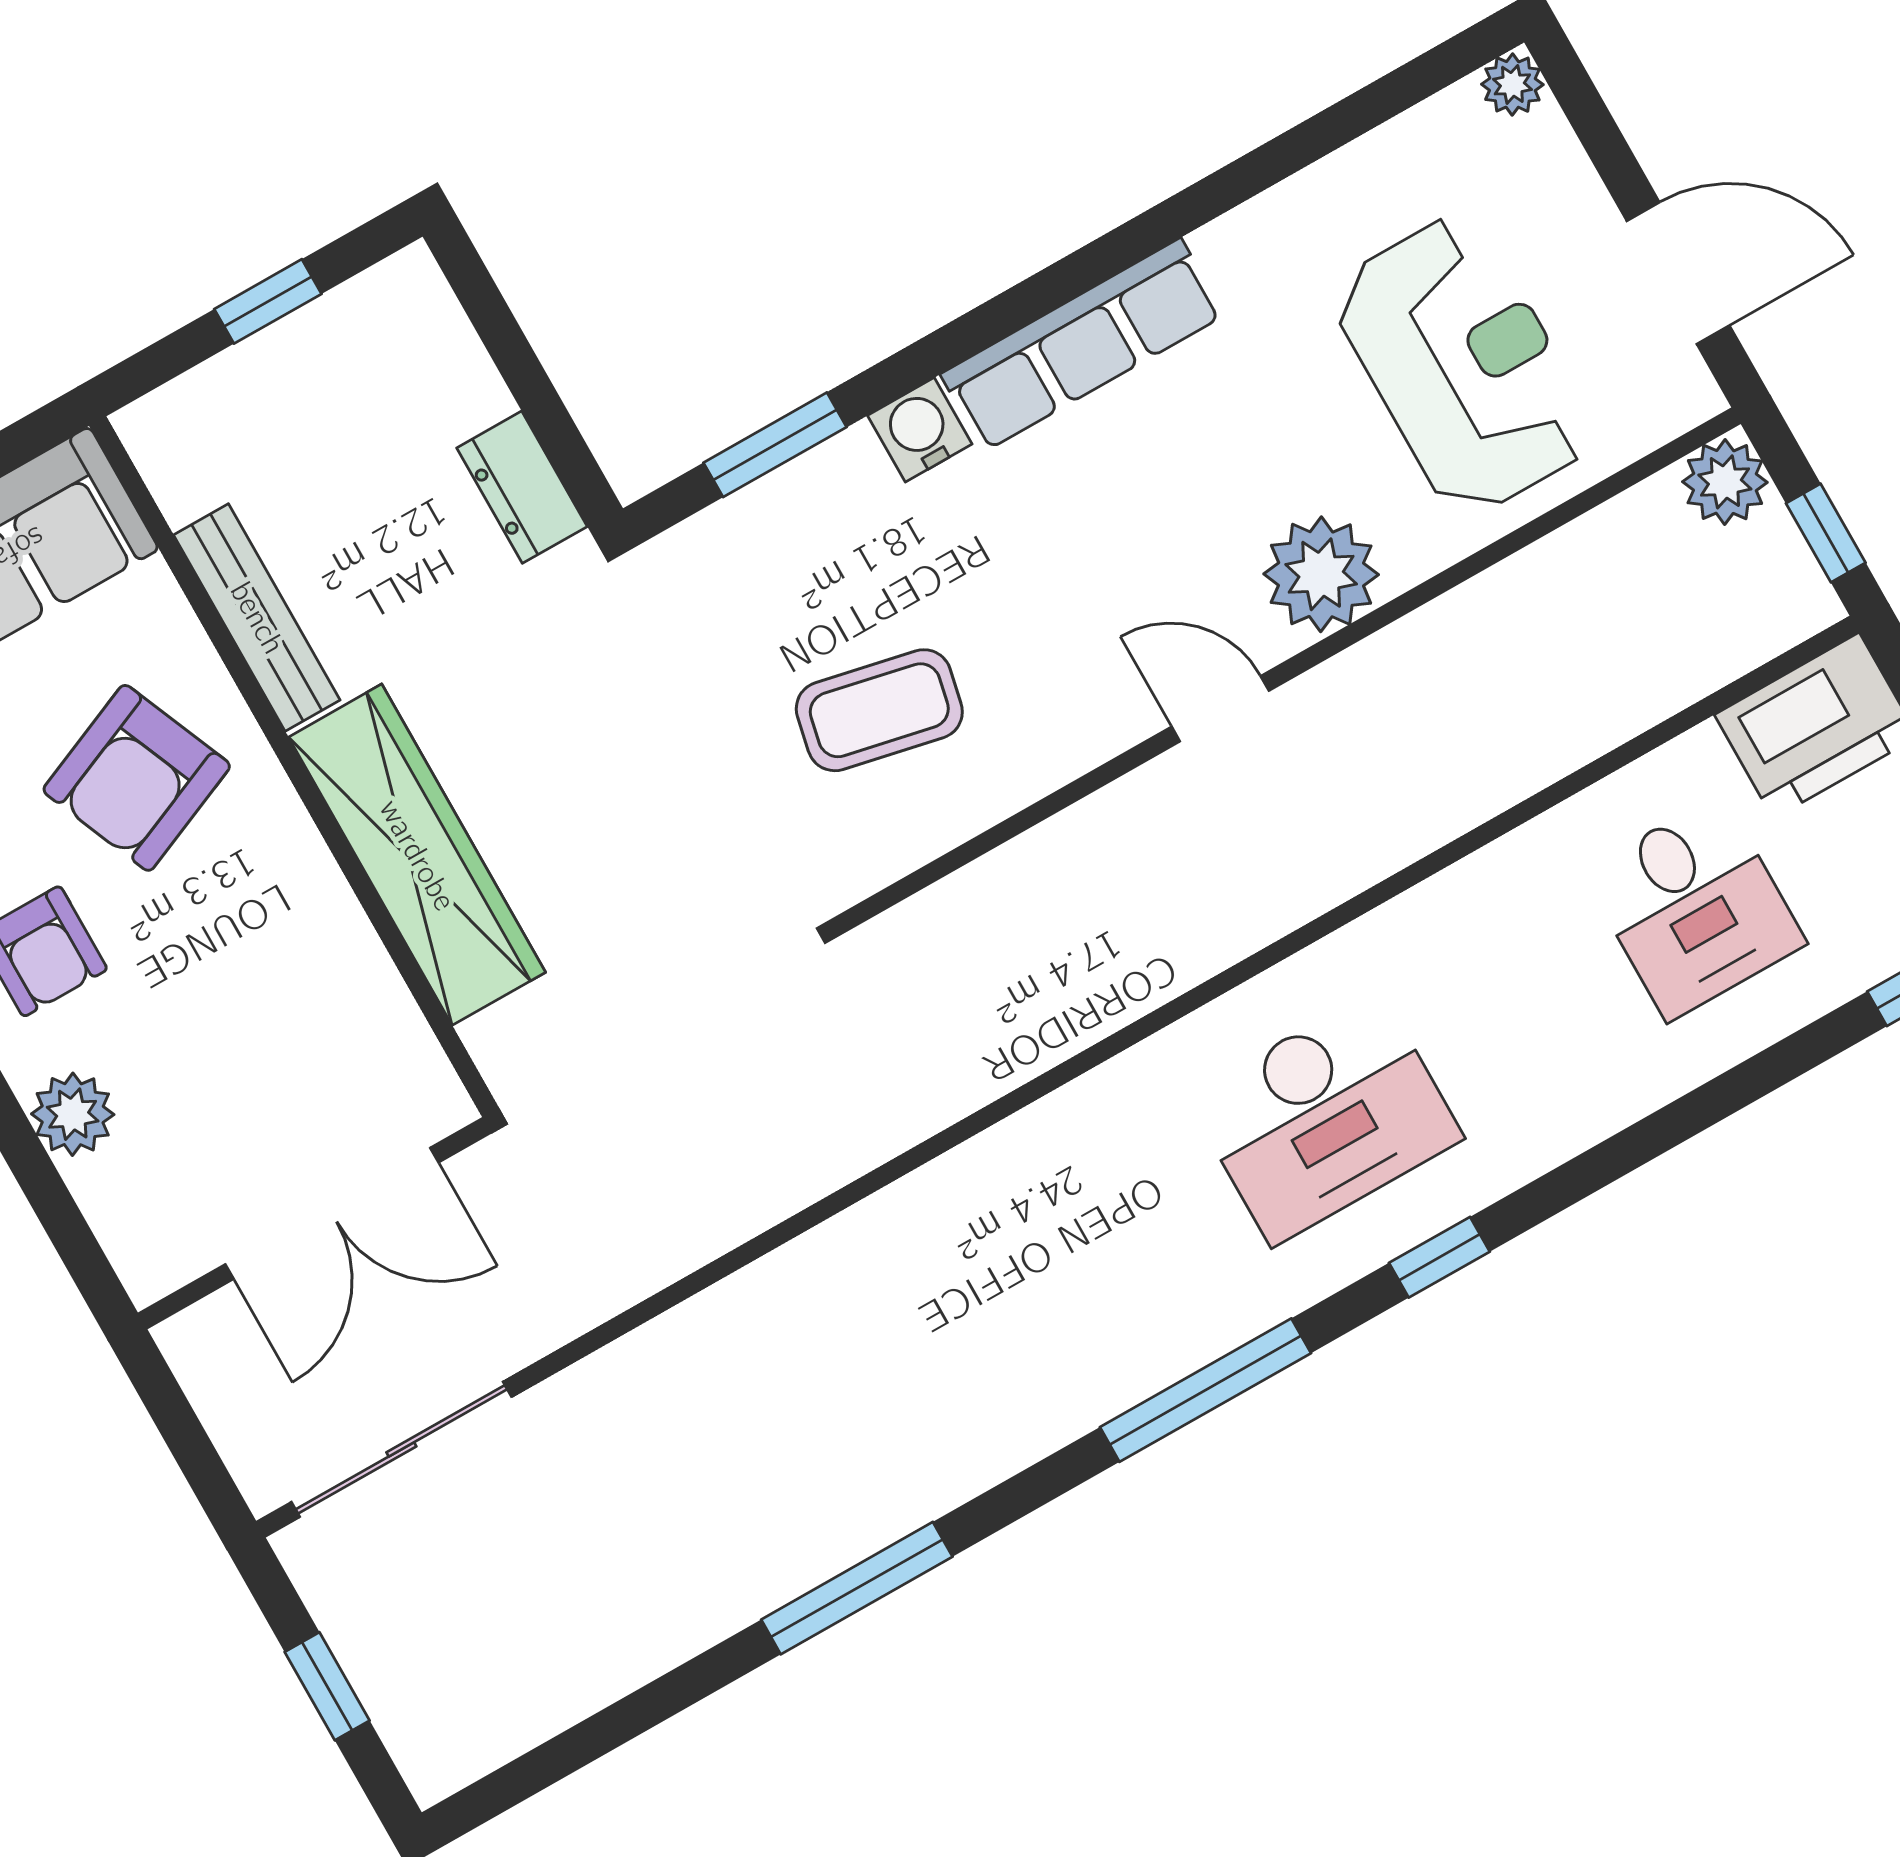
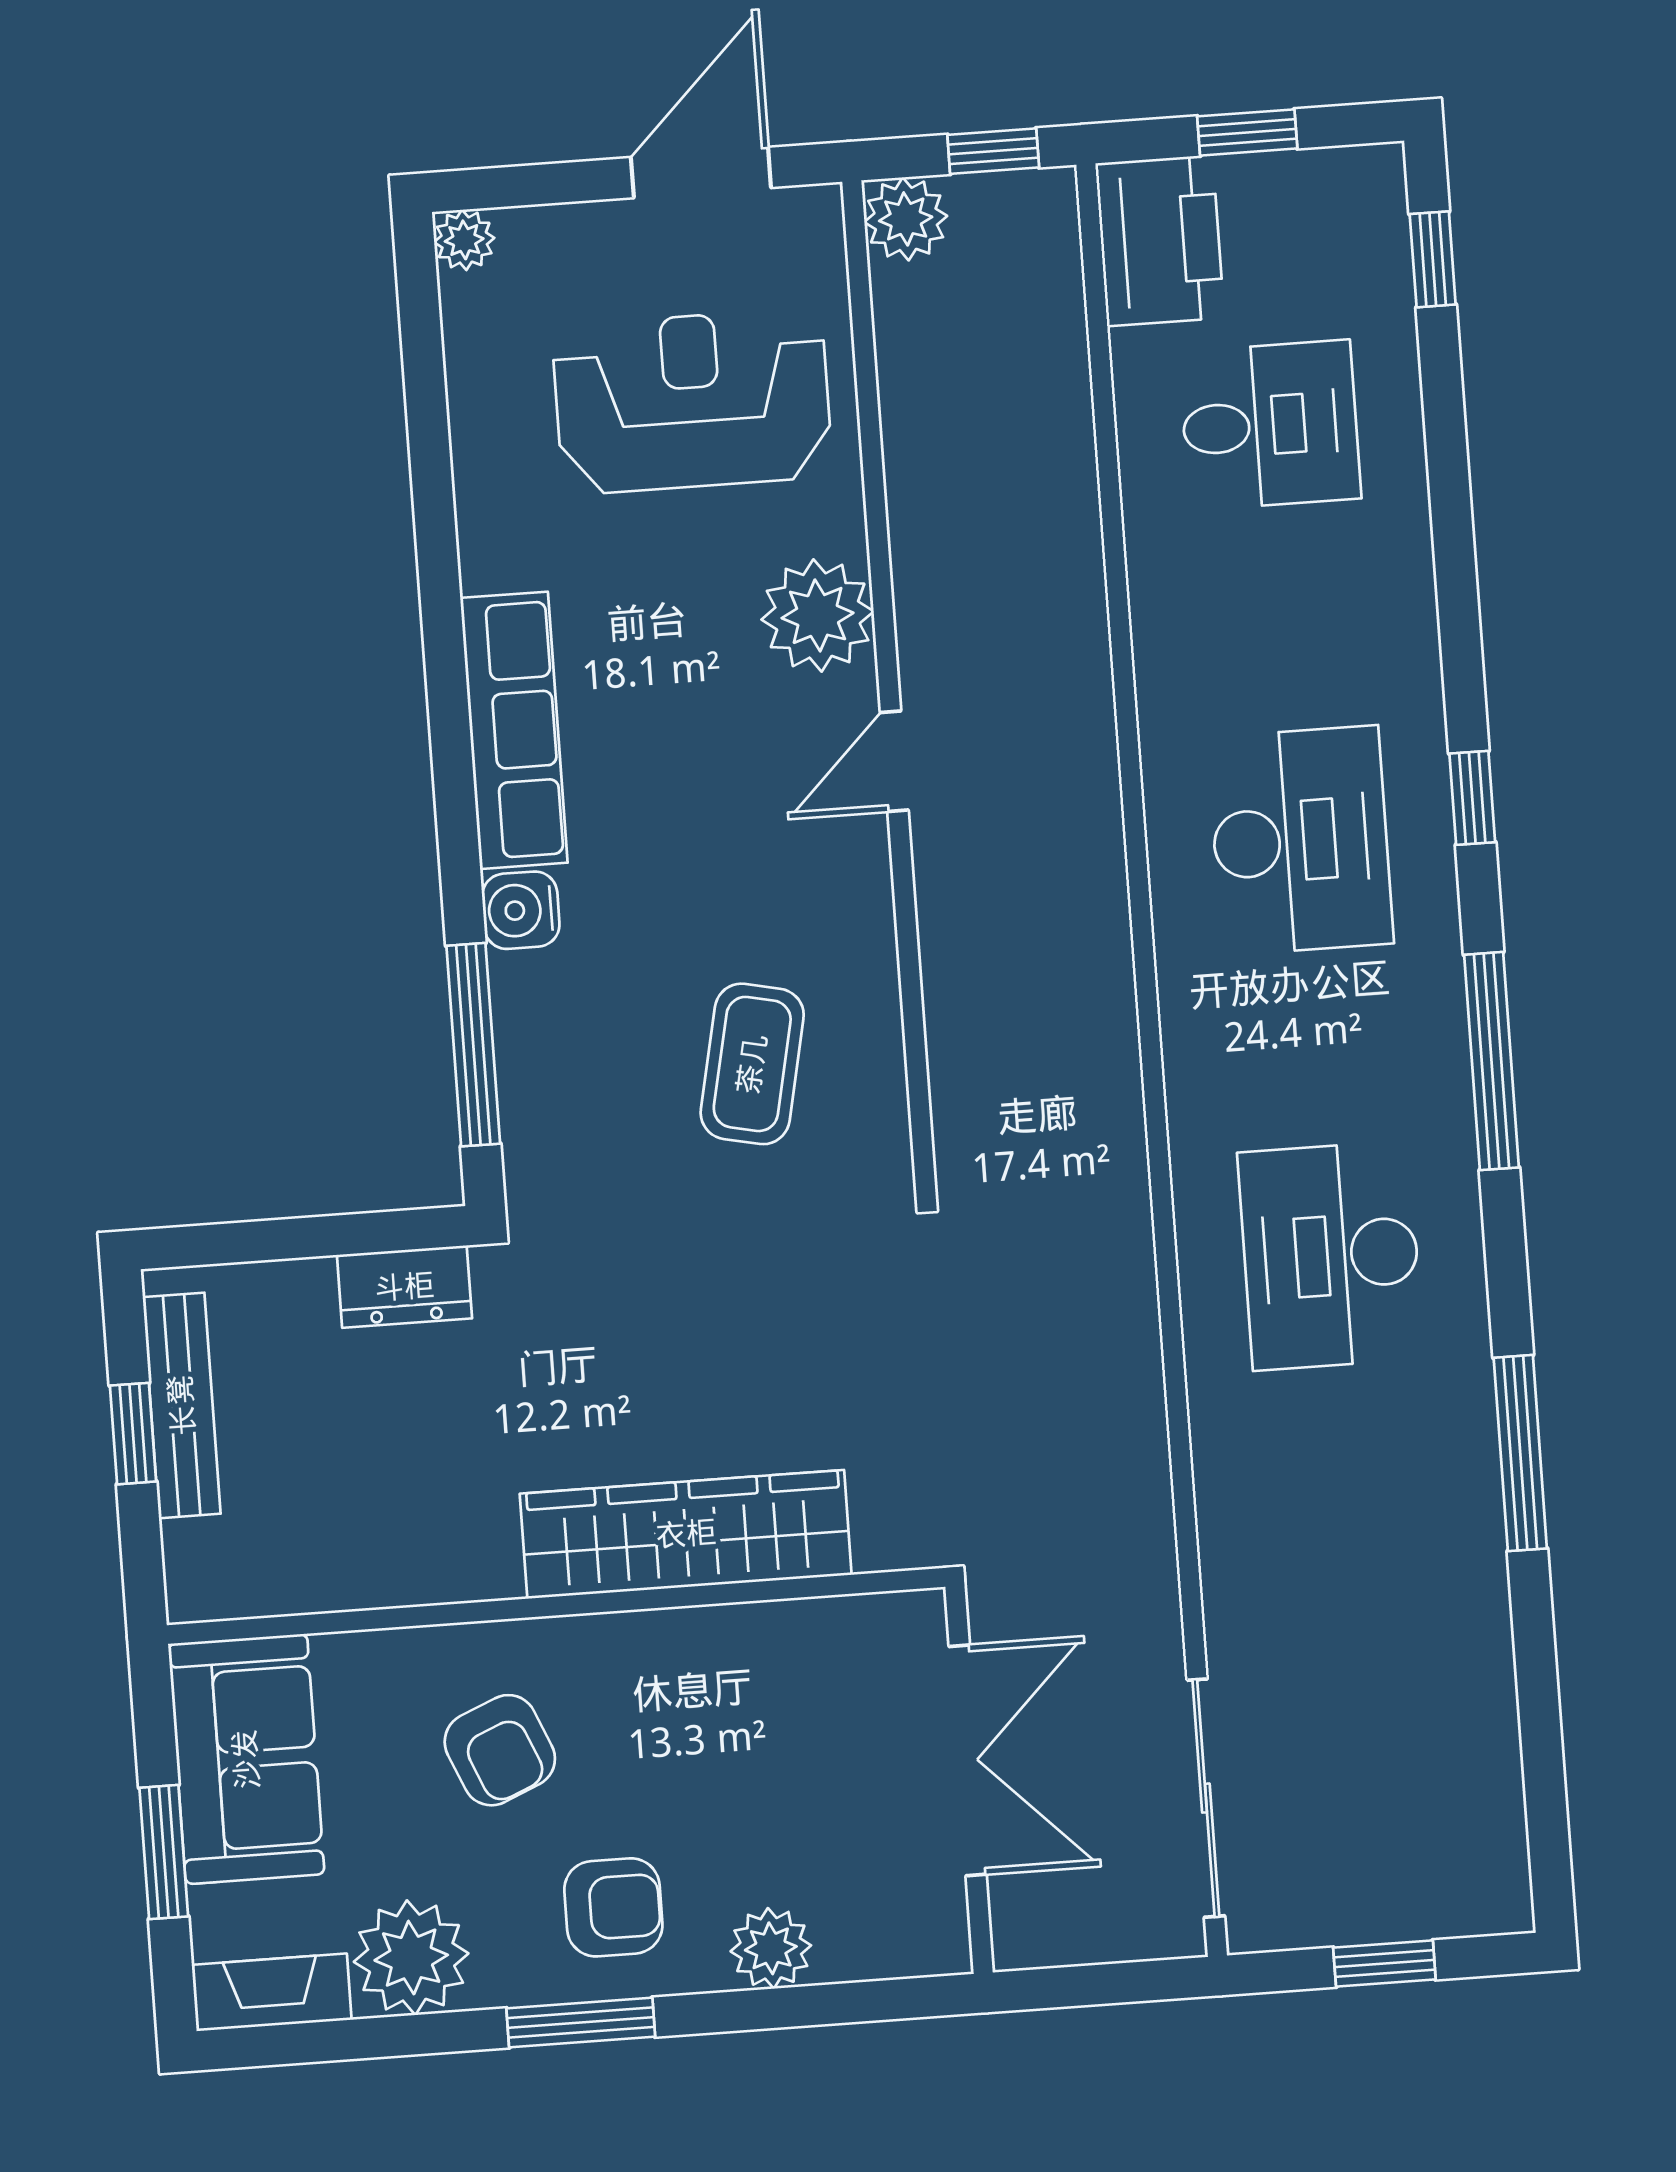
window: (775, 445) -> (473, 1045), width x1.44
bench: (257, 618) -> (182, 1405), moved, turned 90
armchair: (137, 778) -> (500, 1750), width x0.72, depth x0.72
desk: (956, 1327) -> (1331, 1256), added

